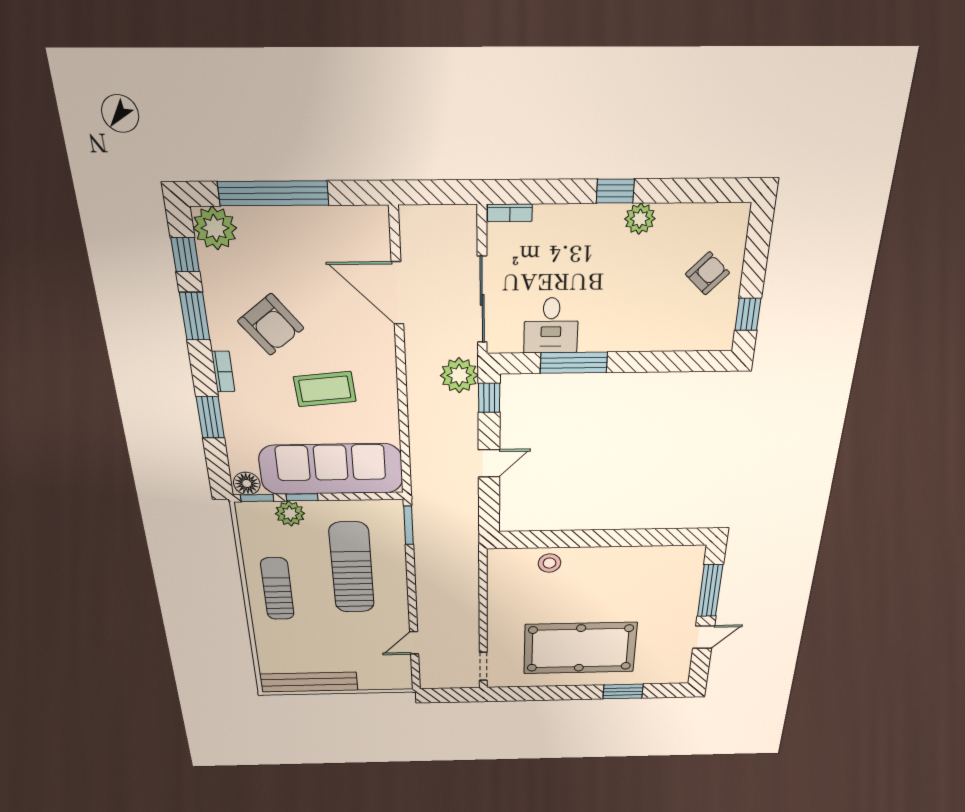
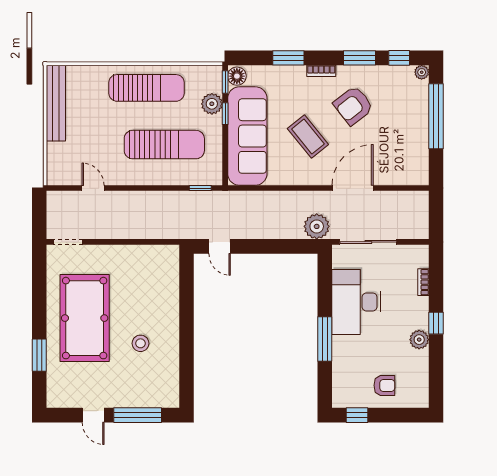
bookcase: (510, 213) -> (423, 282), moved
plant: (215, 228) -> (422, 72), width x0.53, depth x0.53
armchair: (707, 273) -> (384, 385), turned -44
door: (398, 293) -> (353, 188), moved
desk: (551, 326) -> (356, 302), width x1.87, depth x1.30
window: (574, 363) -> (325, 339), moved
coffee table: (325, 389) -> (308, 137), turned -34
window: (489, 398) -> (300, 246), removed
door: (489, 463) -> (220, 246), moved
window: (409, 525) -> (200, 188), width x0.67
stool: (549, 563) -> (140, 343), moved
sun lounger: (277, 589) -> (146, 88), width x1.36, depth x1.34

